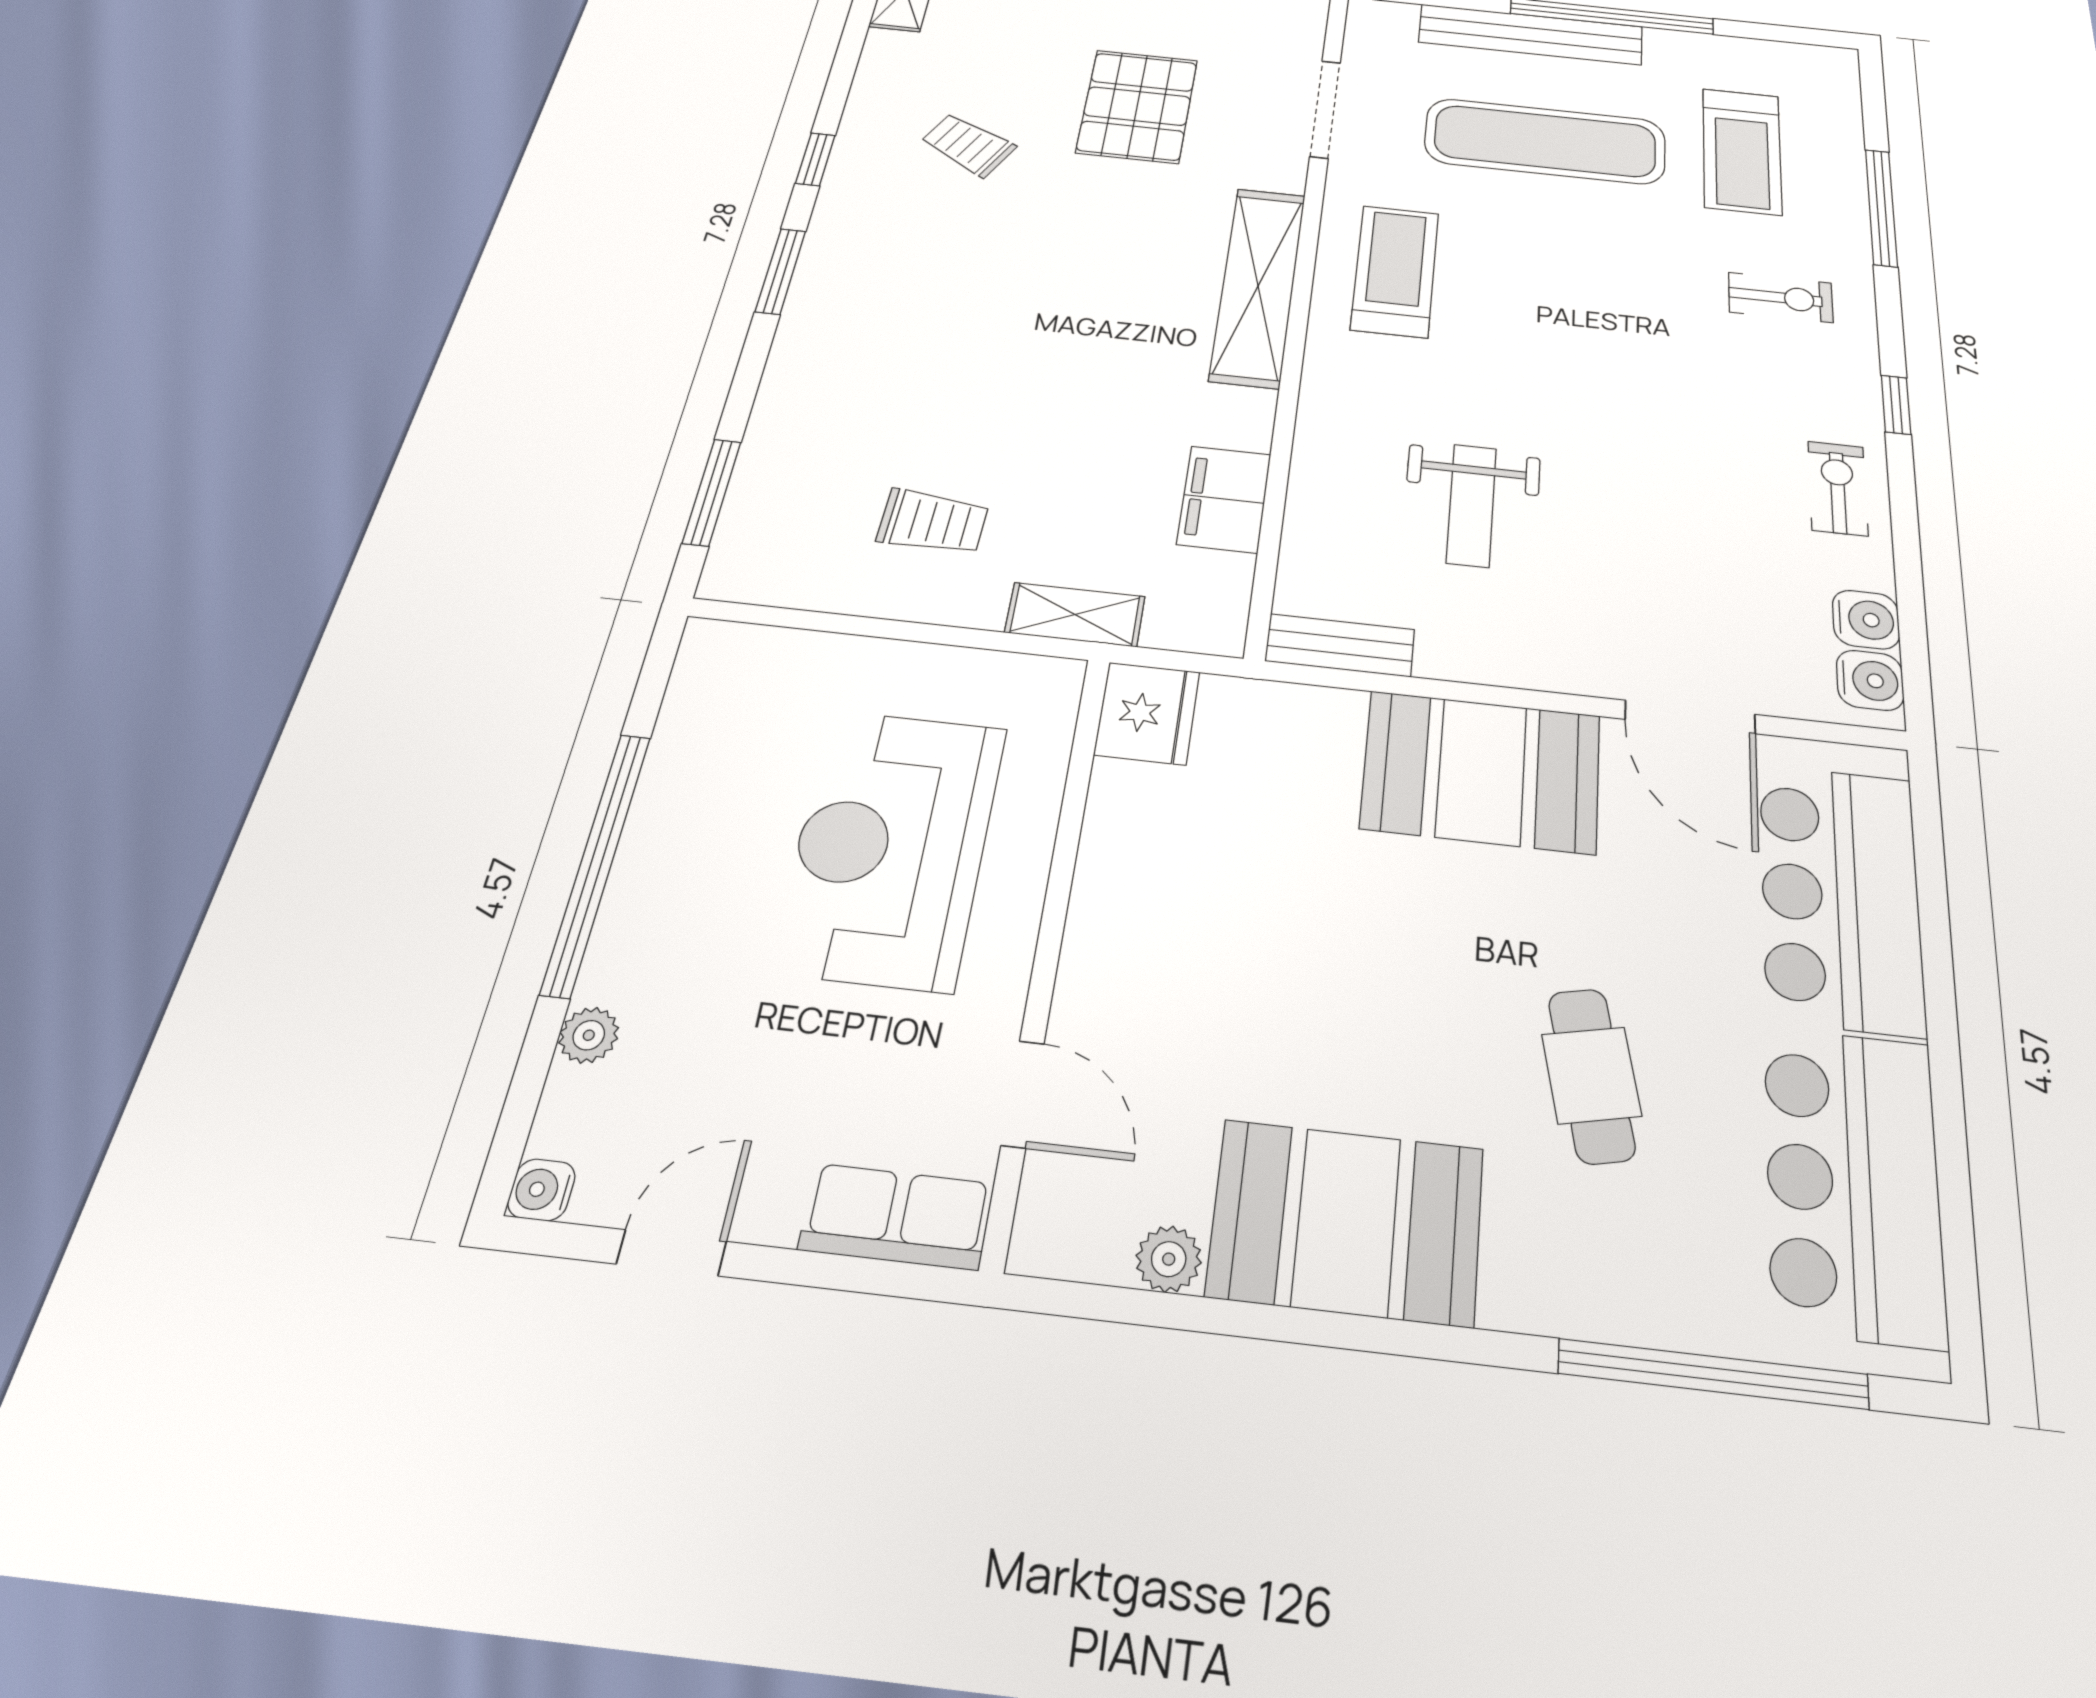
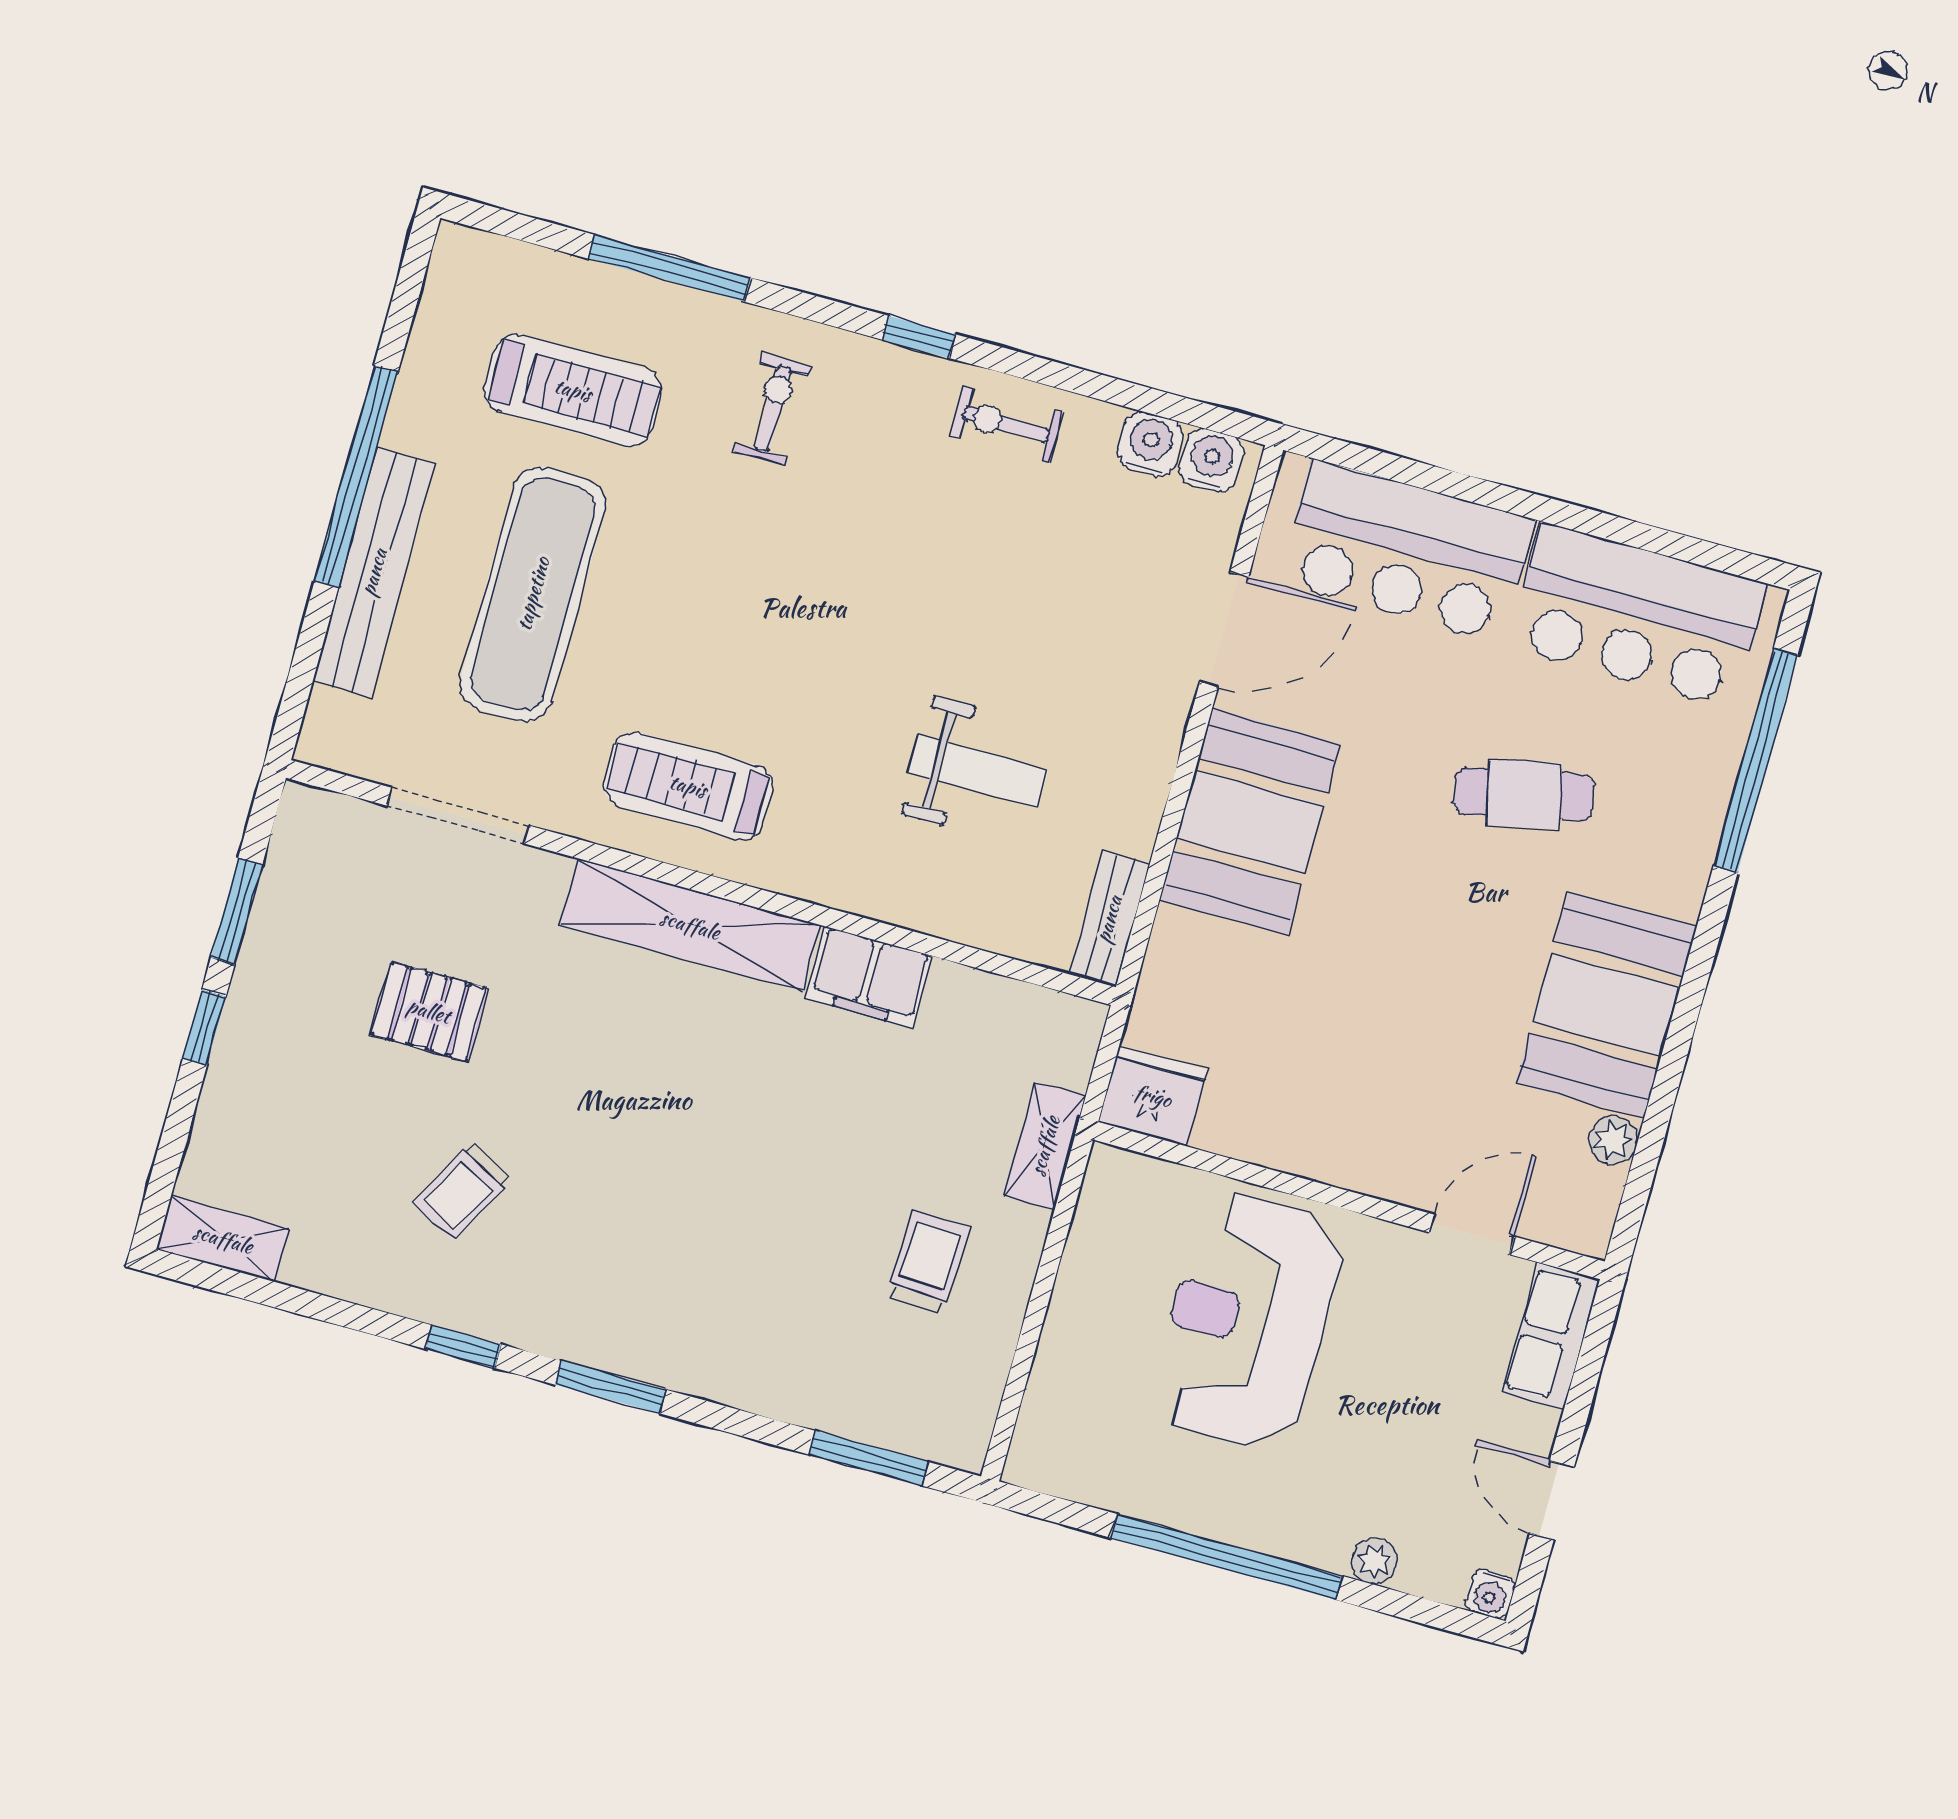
pallet: (1137, 106) -> (429, 1011), width x0.67, depth x0.71
filing cabinet: (1224, 499) -> (869, 977), moved
reception desk: (891, 847) -> (1248, 1321), turned 90

